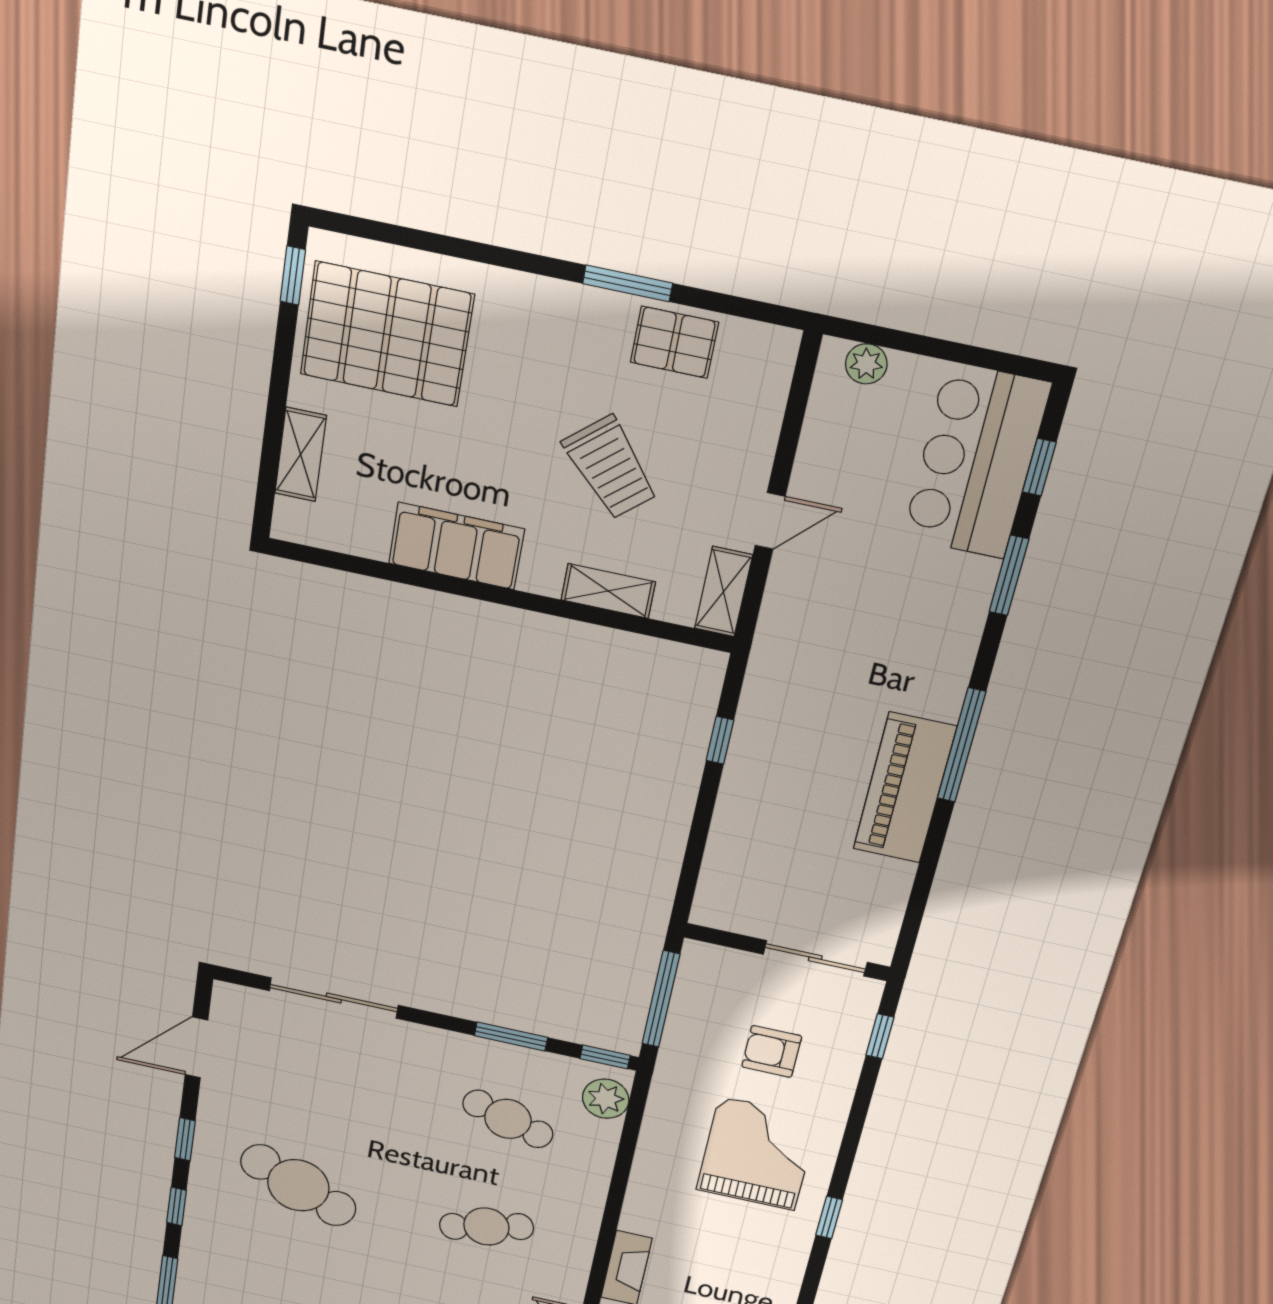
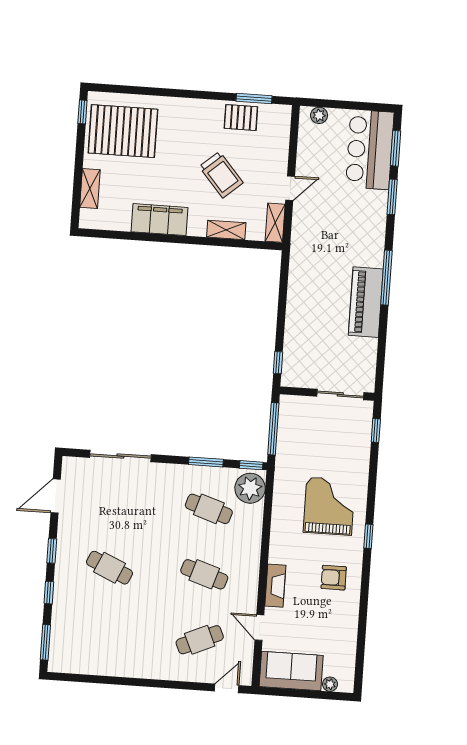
window: (628, 283) -> (254, 98), moved
window: (1039, 467) -> (395, 148), width x1.50
window: (720, 740) -> (278, 363), moved
armchair: (772, 1051) -> (334, 578), moved
plant: (606, 1099) -> (250, 488), width x1.36, depth x1.36
cafe table: (298, 1185) -> (109, 568), width x0.73, depth x0.74
cafe table: (486, 1226) -> (204, 574), turned 33

